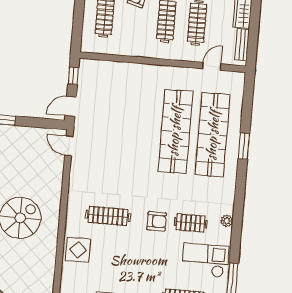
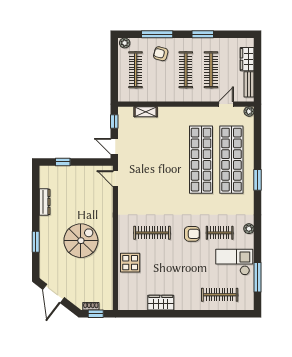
shelving: (113, 67) -> (146, 112), added
plant: (239, 78) -> (249, 111), added
door: (71, 106) -> (114, 146), hinge flipped
window: (244, 146) -> (258, 180), moved

